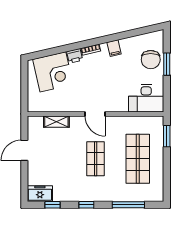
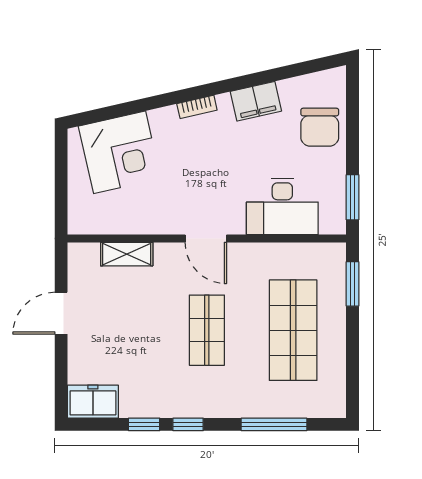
filing cabinet: (114, 48) -> (256, 101), width x2.00
printer: (75, 56) -> (164, 120), removed
window: (167, 64) -> (353, 197), moved
desk: (146, 98) -> (282, 207), moved
window: (53, 205) -> (144, 424), moved

